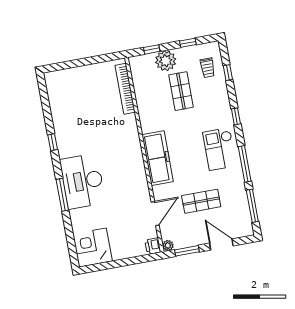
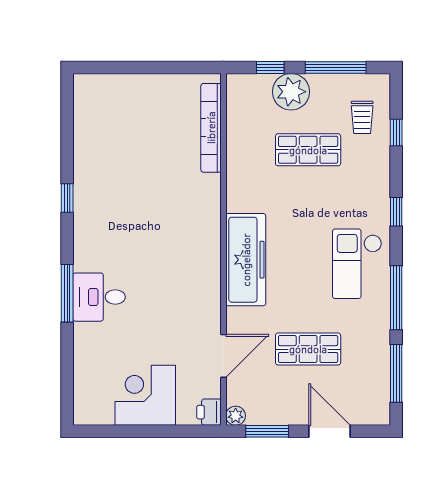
window: (188, 43) -> (336, 67), width x2.17
shop shelf: (181, 91) -> (308, 150), turned 90
desk: (83, 181) -> (99, 297), width x0.53, depth x0.77
corner desk: (93, 248) -> (145, 395), moved

